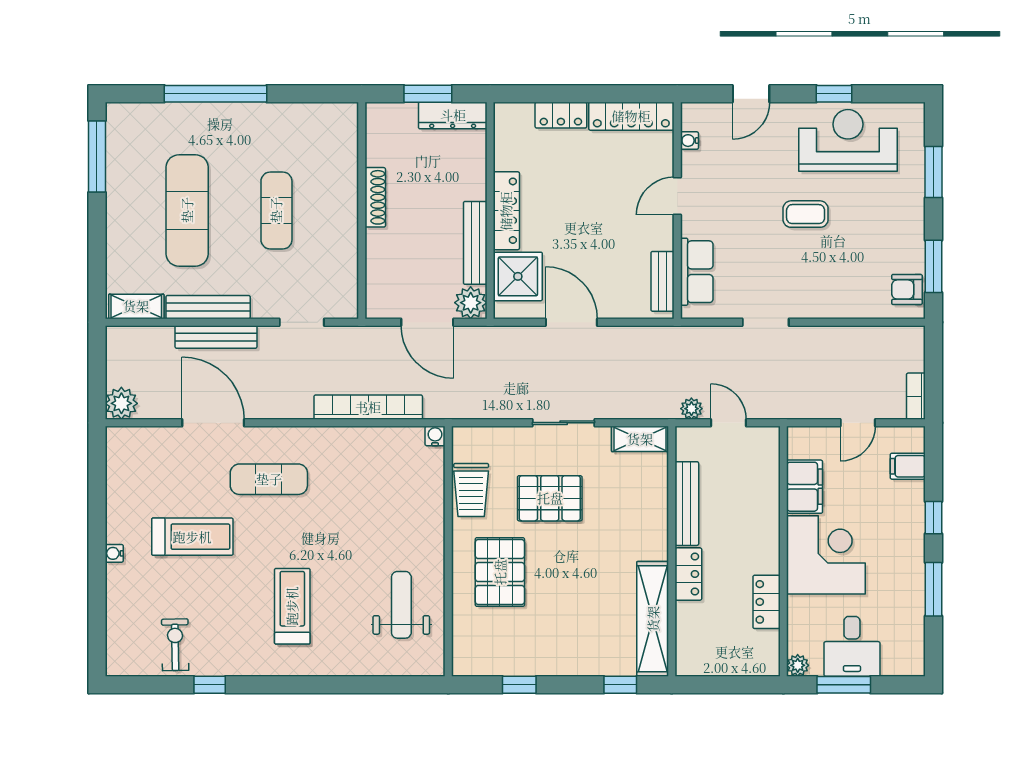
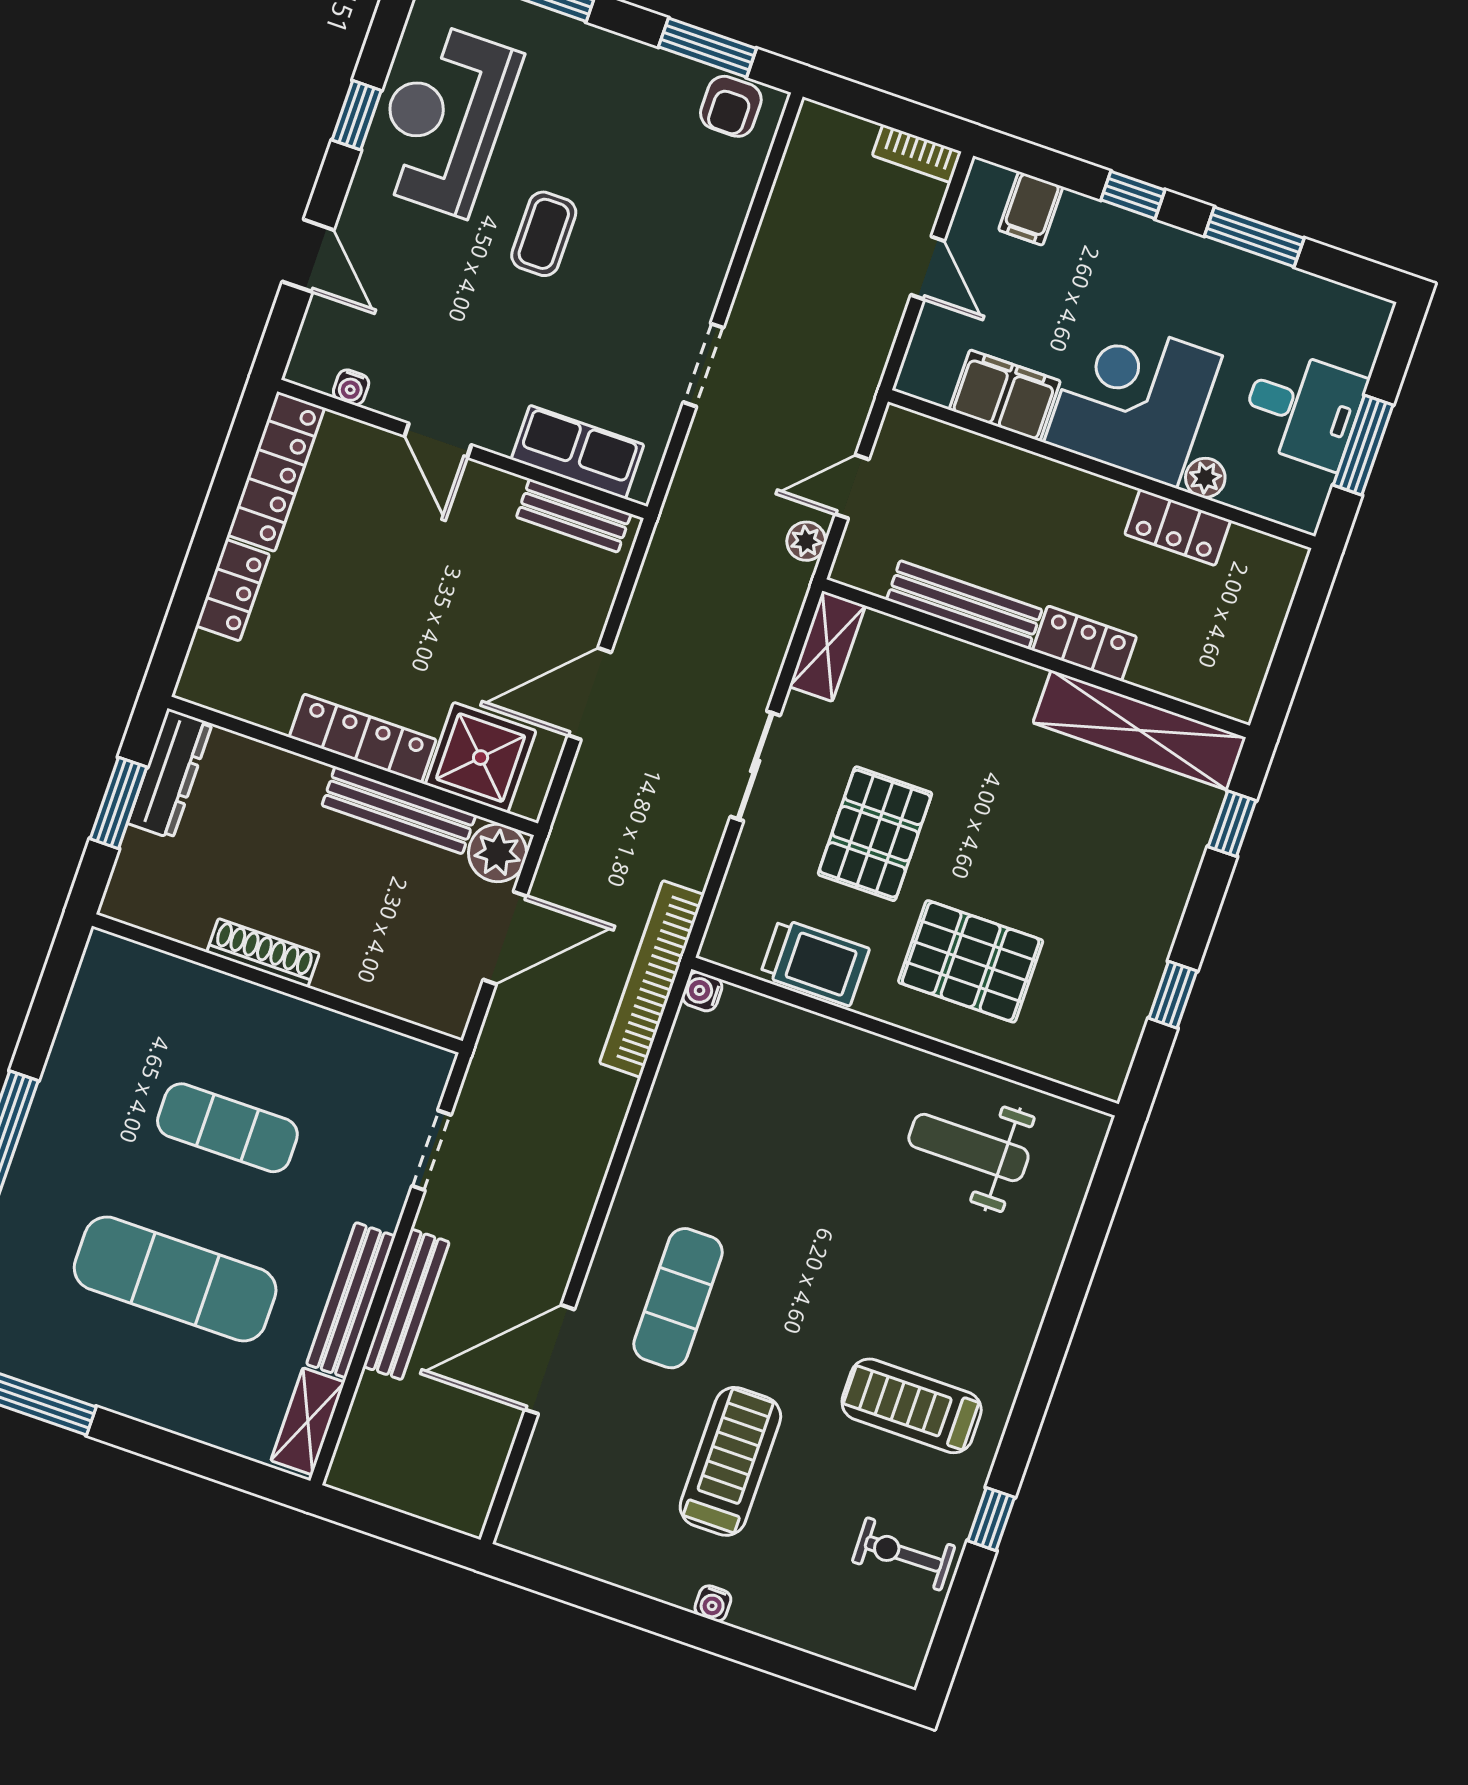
plant: (121, 403) -> (463, 1503), removed
bookcase: (368, 407) -> (652, 979), moved
treadmill: (292, 606) -> (912, 1406), moved
plant: (798, 665) -> (1205, 478), moved

